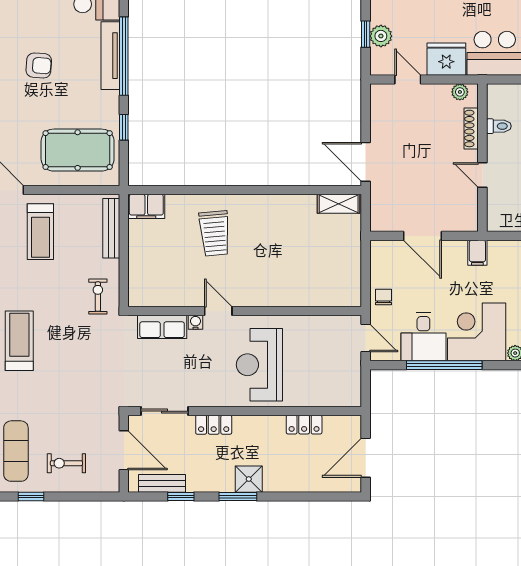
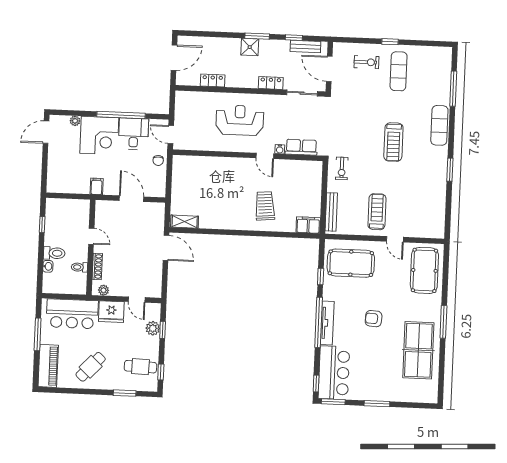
reception desk: (259, 365) -> (240, 120), turned -90

